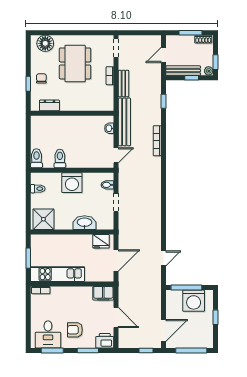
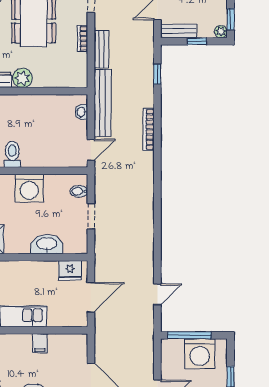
bench: (183, 71) -> (178, 31), width x0.73
plant: (67, 104) -> (22, 78), added
filing cabinet: (103, 293) -> (40, 343), moved, width x0.50

